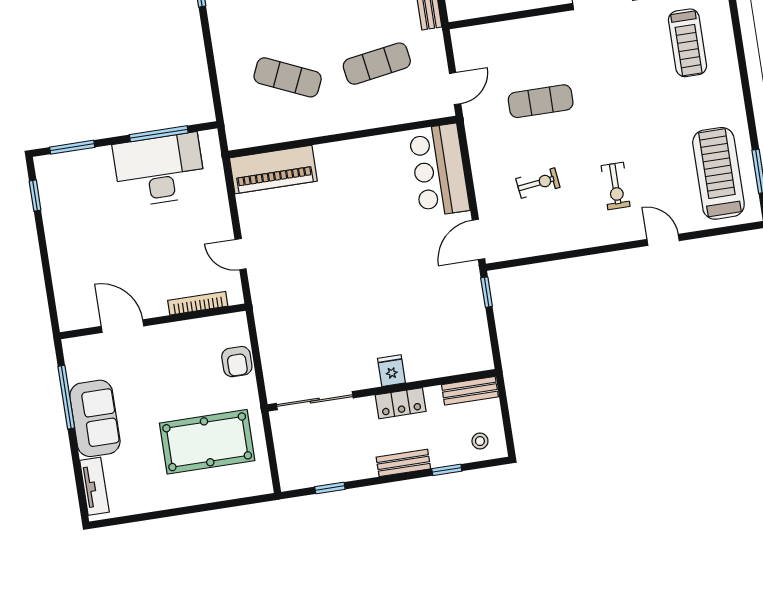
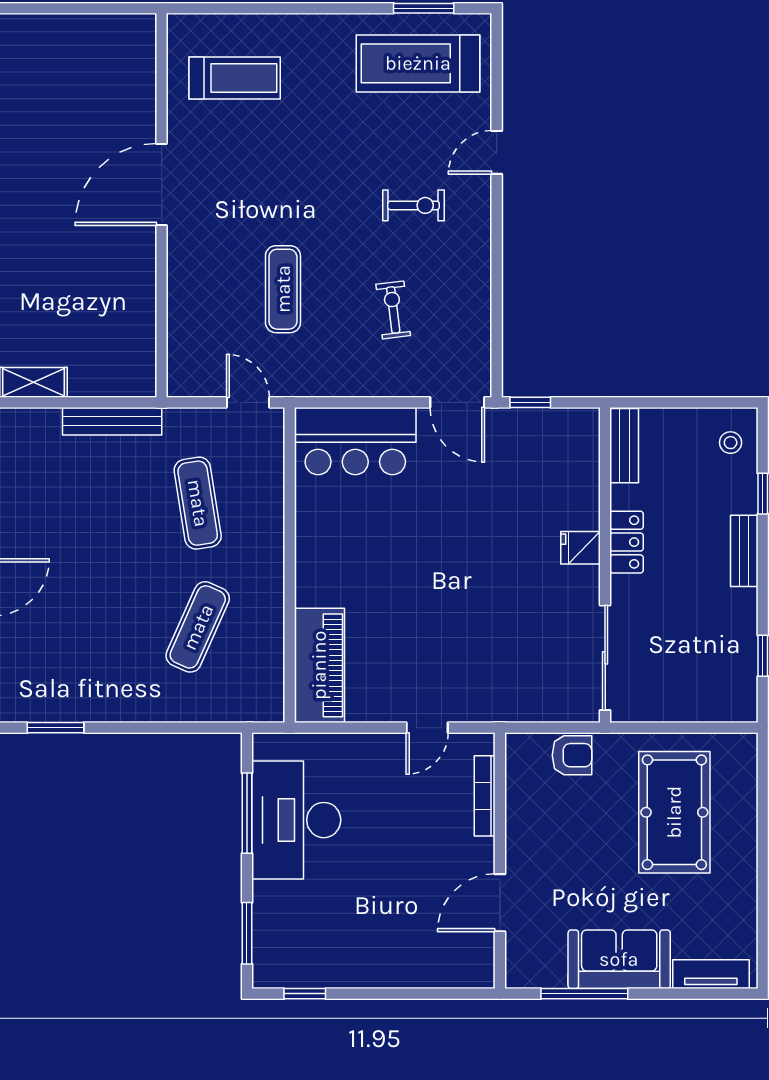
fridge: (391, 371) -> (581, 548), moved
wall: (382, 390) -> (605, 565), moved
bench: (470, 391) -> (624, 446), moved
sliding door: (315, 401) -> (605, 658), moved
locker: (401, 403) -> (626, 542), moved

